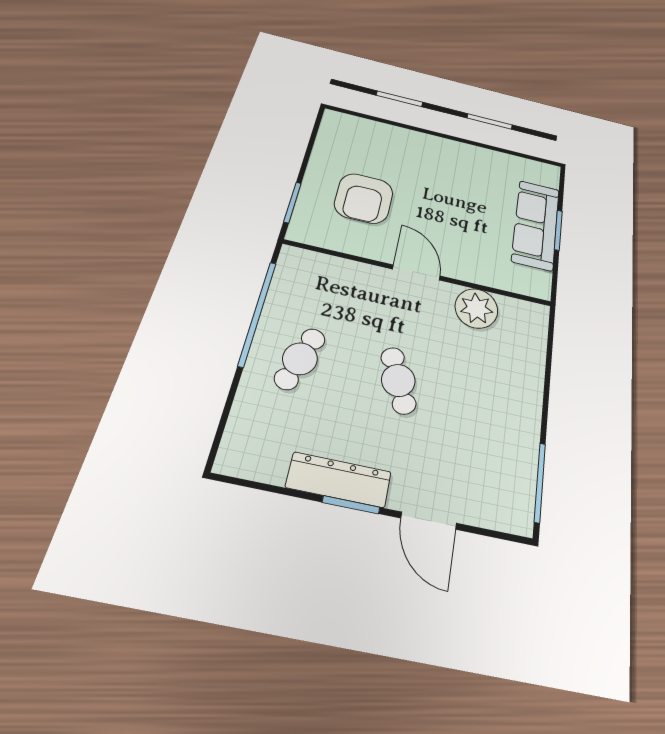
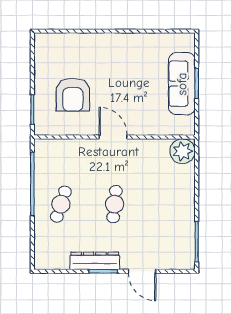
plant: (476, 308) -> (183, 151), moved
cafe table: (398, 380) -> (115, 204), turned 30

